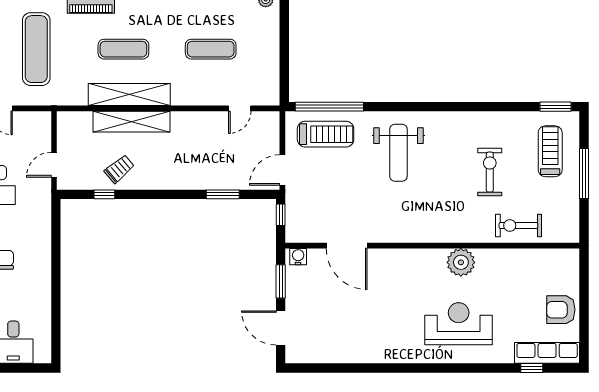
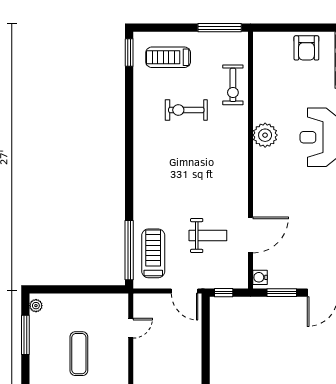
door: (240, 108) -> (131, 328), hinge flipped
weight bench: (398, 153) -> (208, 235), moved, width x0.73, depth x0.75
window: (584, 173) -> (220, 28), moved
window: (223, 194) -> (206, 343), removed

